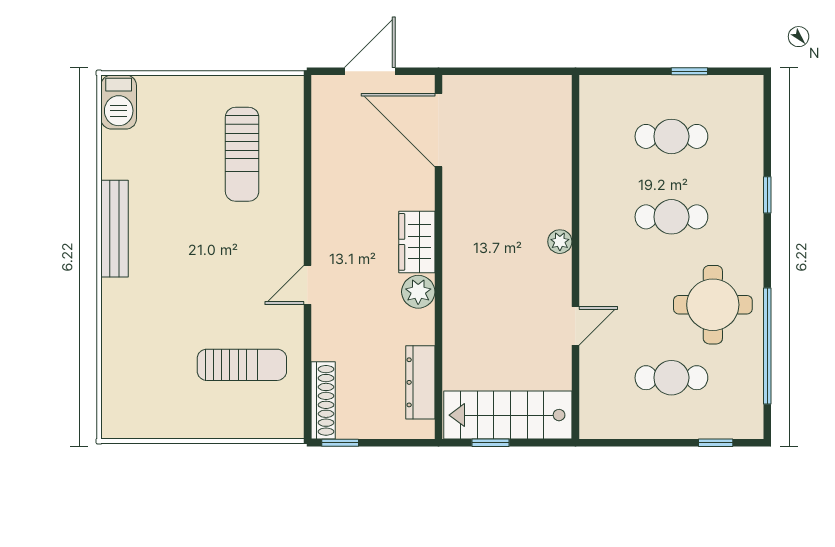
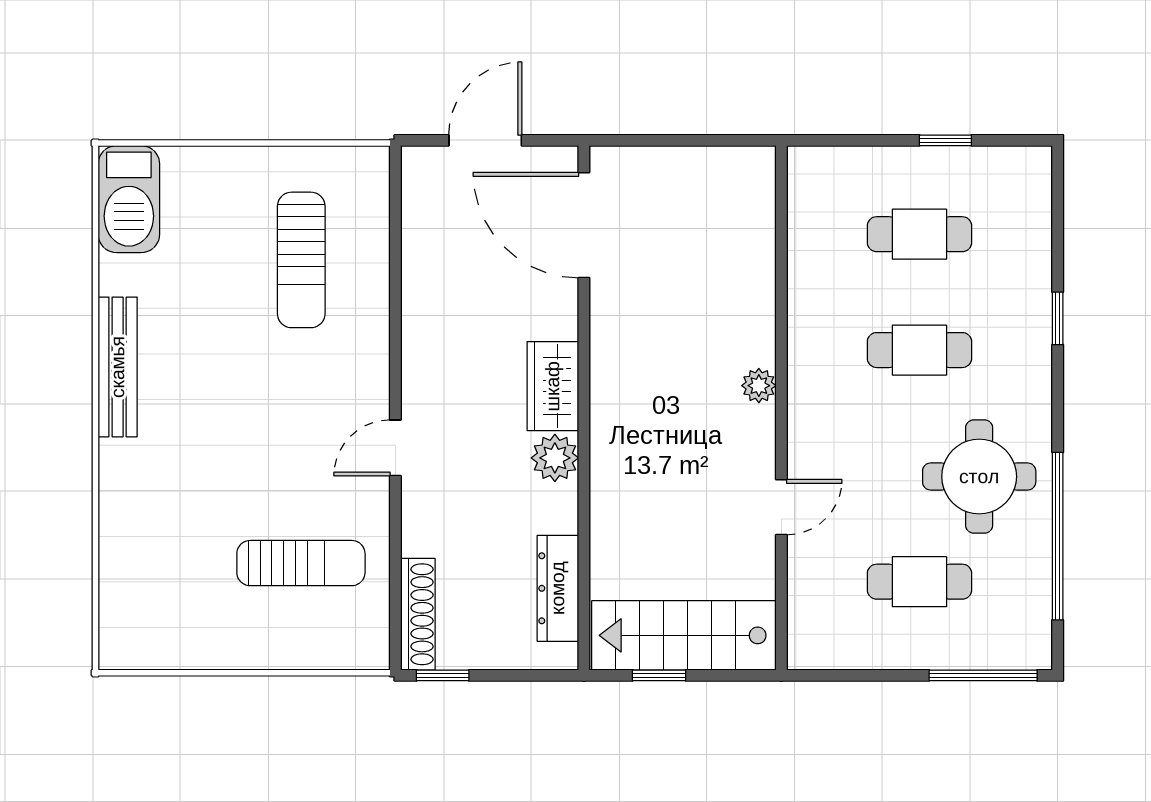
barbecue: (119, 102) -> (129, 199), width x1.37, depth x1.21
window: (716, 443) -> (983, 675), width x2.17

